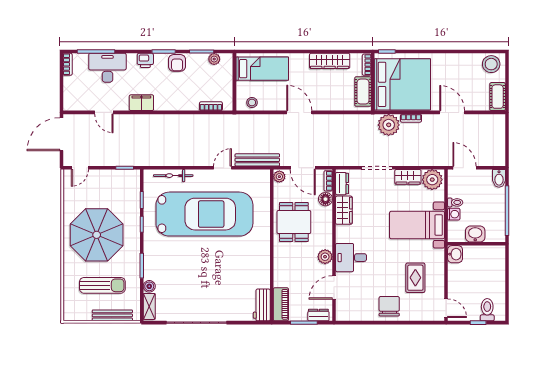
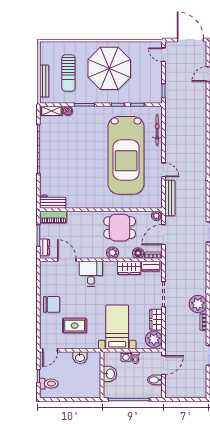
bidet: (499, 178) -> (155, 380), moved
washbasin: (455, 254) -> (80, 358), moved
plant: (325, 257) -> (112, 253), moved

